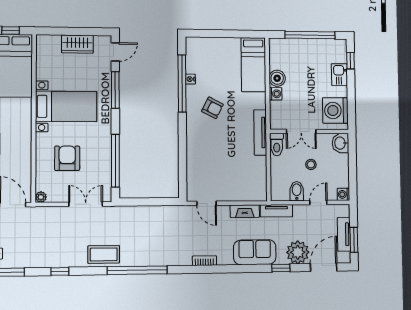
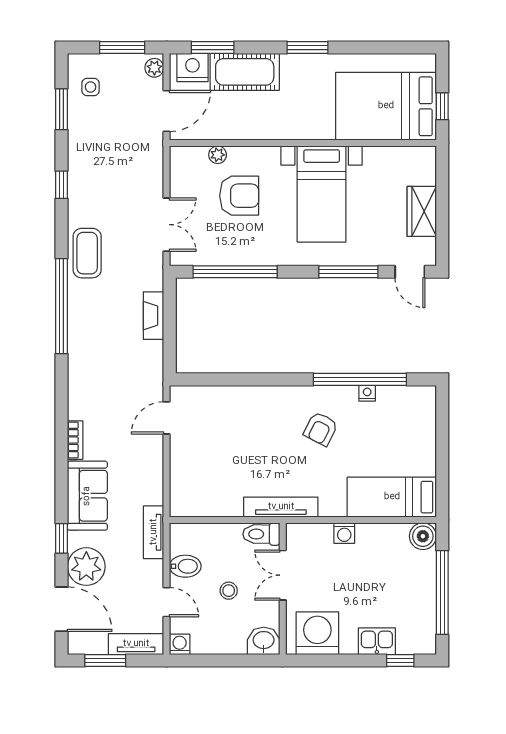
boiler: (277, 78) -> (423, 536), moved
plant: (41, 197) -> (218, 155), moved
fireplace: (245, 211) -> (153, 316), moved
tv unit: (344, 234) -> (136, 644), moved
bookcase: (204, 261) -> (75, 440), moved

